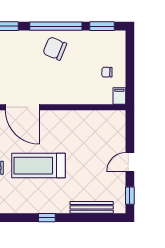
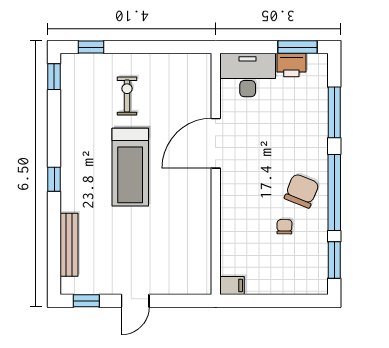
chair: (107, 72) -> (284, 227), moved
door: (130, 162) -> (135, 301), swing flipped
treadmill: (39, 166) -> (130, 167), turned 180

